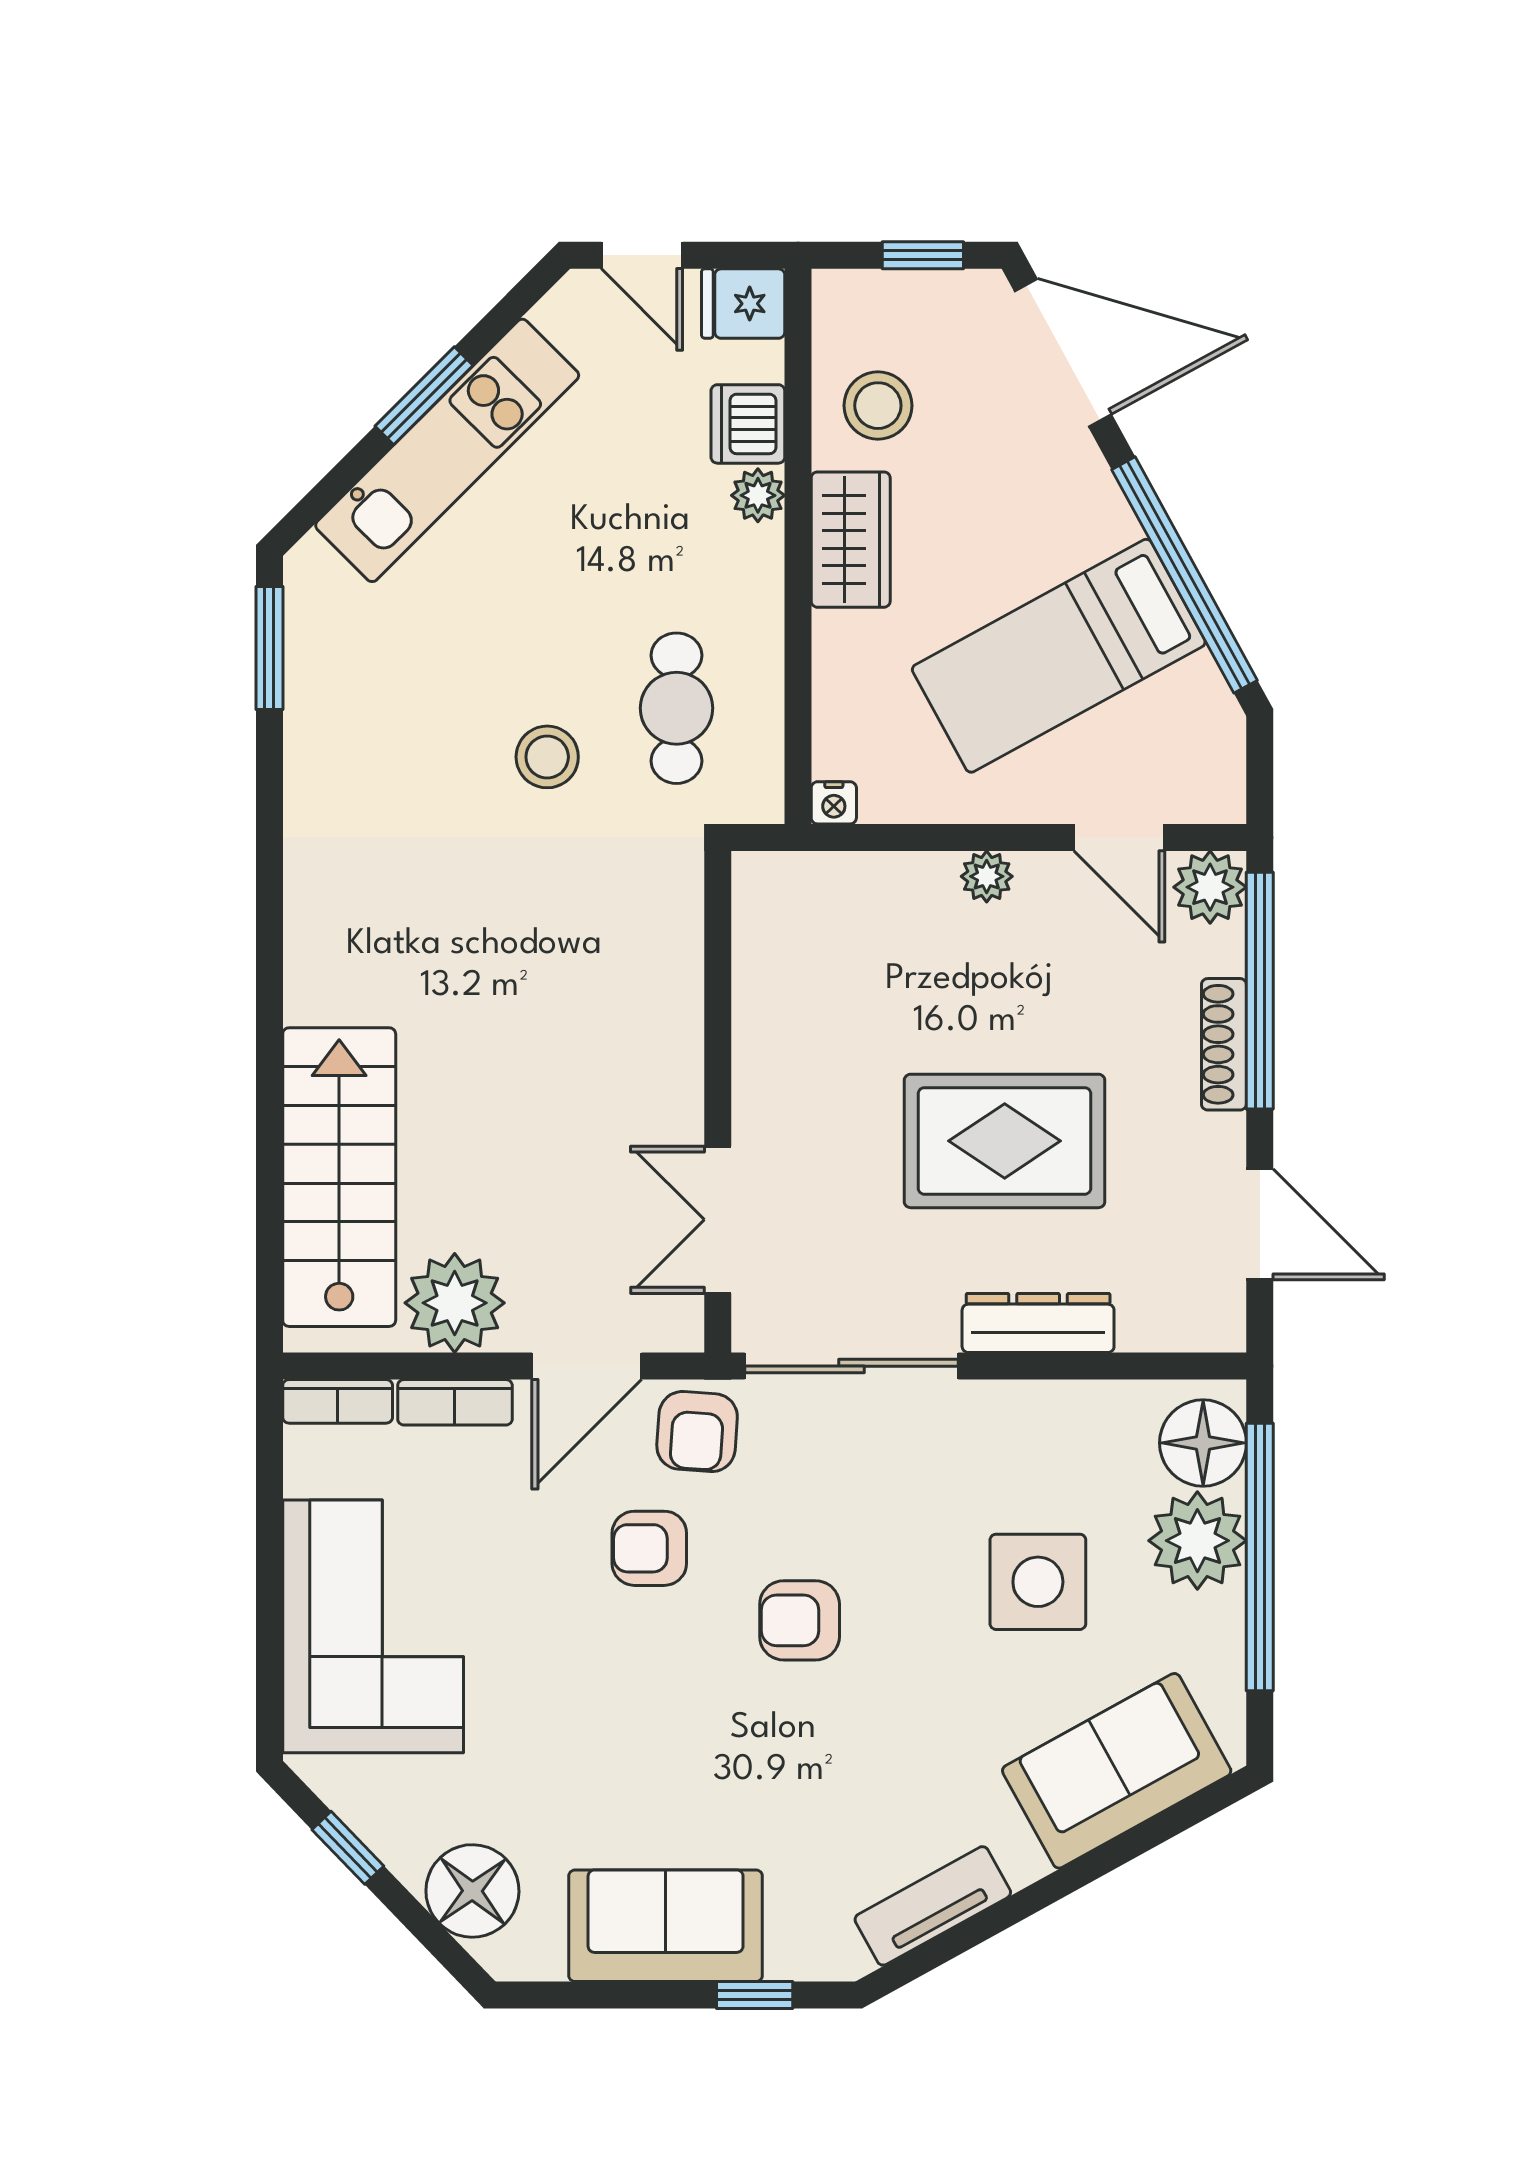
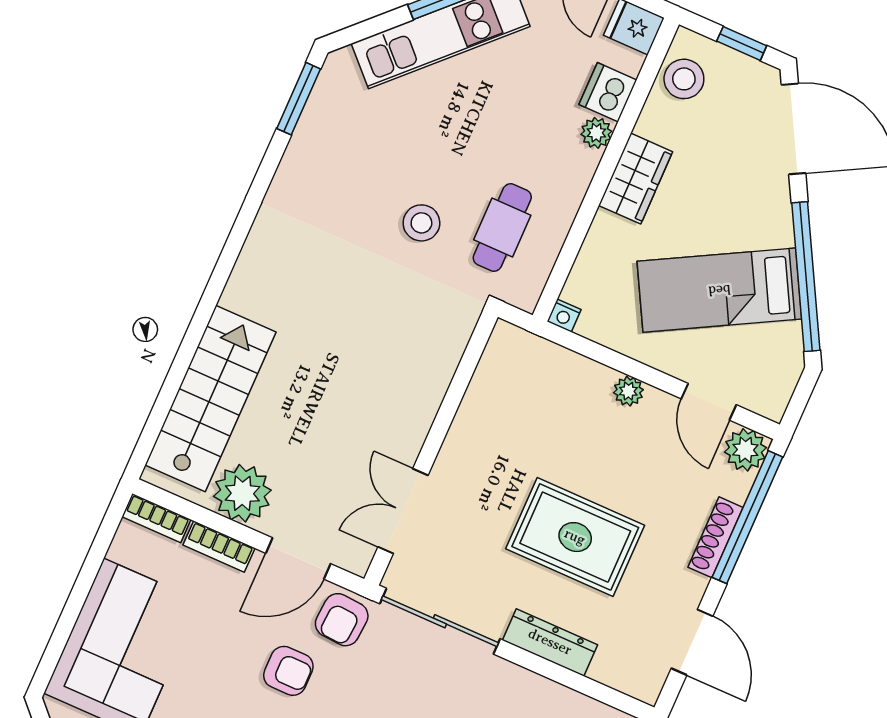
stool: (878, 406) -> (684, 79), moved
armchair: (649, 1548) -> (288, 671), turned 180

